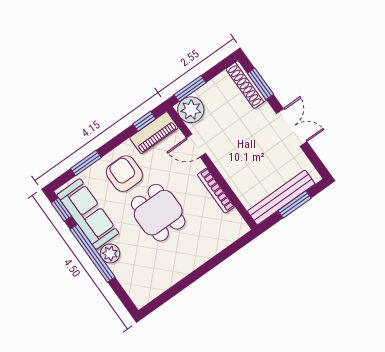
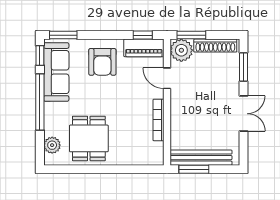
shoe rack: (246, 85) -> (215, 46), moved, turned -90
window: (86, 163) -> (63, 35), moved
armchair: (124, 174) -> (102, 62), turned 180
window: (295, 204) -> (194, 169), moved
dining table: (158, 213) -> (89, 138), moved
plant: (110, 253) -> (52, 145), moved

